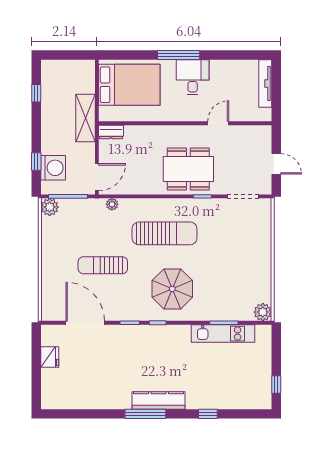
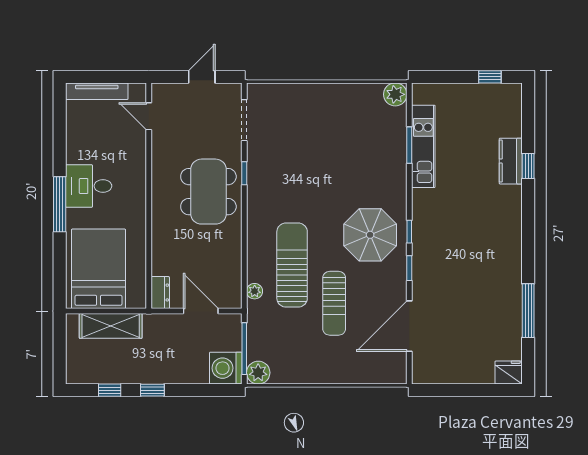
shelving: (85, 118) -> (111, 326), moved
door: (218, 123) -> (149, 116), moved
window: (36, 162) -> (152, 390), moved
washing machine: (53, 168) -> (226, 368), moved, turned -90
door: (97, 177) -> (201, 311), moved
sun lounger: (165, 233) -> (292, 265), moved
parasol: (172, 289) -> (370, 235), moved
fridge: (50, 357) -> (509, 373), moved
kitchen counter: (158, 400) -> (511, 161), moved, width x0.67
window: (145, 414) -> (528, 311), moved

